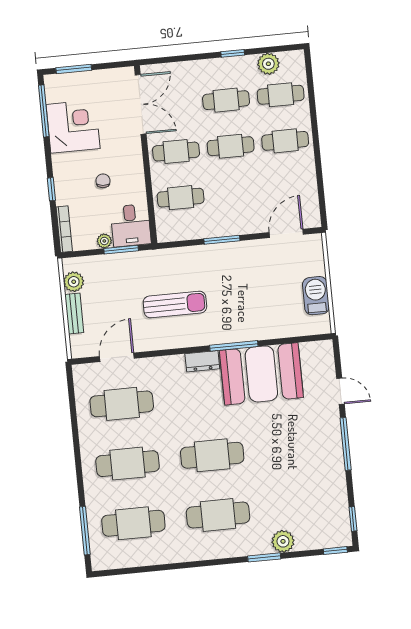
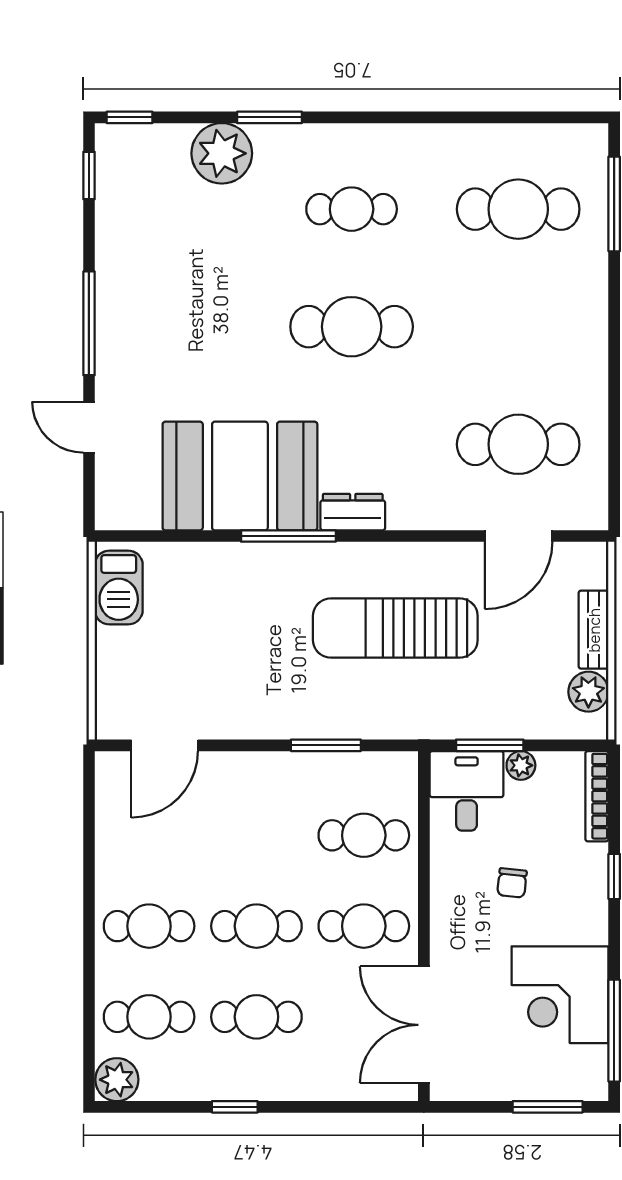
plant: (268, 64) -> (117, 1080), moved
window: (222, 240) -> (326, 745), moved
barbecue: (316, 296) -> (119, 588), moved
sun lounger: (175, 304) -> (395, 628), width x1.36, depth x1.34
cafe table: (128, 464) -> (518, 327), removed
cafe table: (218, 515) -> (352, 209), width x0.73, depth x0.74
plant: (283, 541) -> (222, 153), width x1.36, depth x1.36

